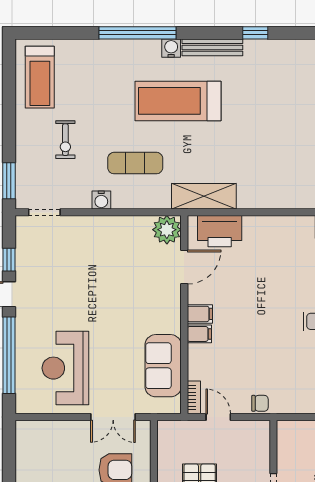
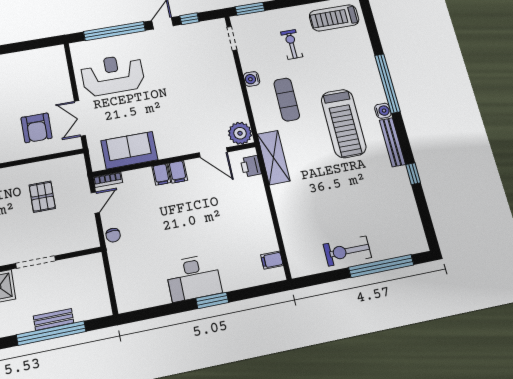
treadmill: (178, 101) -> (344, 123), turned 180
exercise bike: (65, 140) -> (292, 44), turned 89
printer: (220, 231) -> (251, 166), width x0.53, depth x0.68

